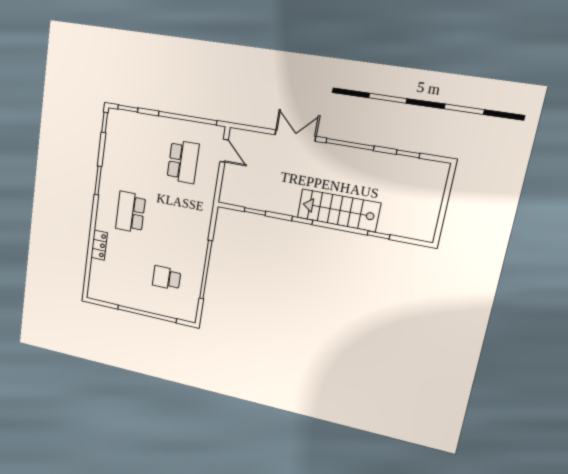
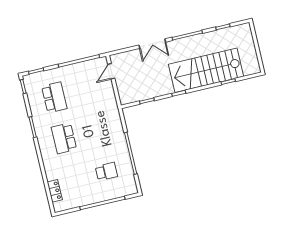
double door: (295, 136) -> (152, 44), swing flipped
door: (224, 151) -> (111, 71), swing flipped
school desk: (183, 162) -> (54, 97), moved
stairs: (339, 210) -> (206, 70), width x1.36, depth x1.51
locker: (99, 245) -> (55, 191), moved
school desk: (167, 278) -> (106, 171), turned 180

